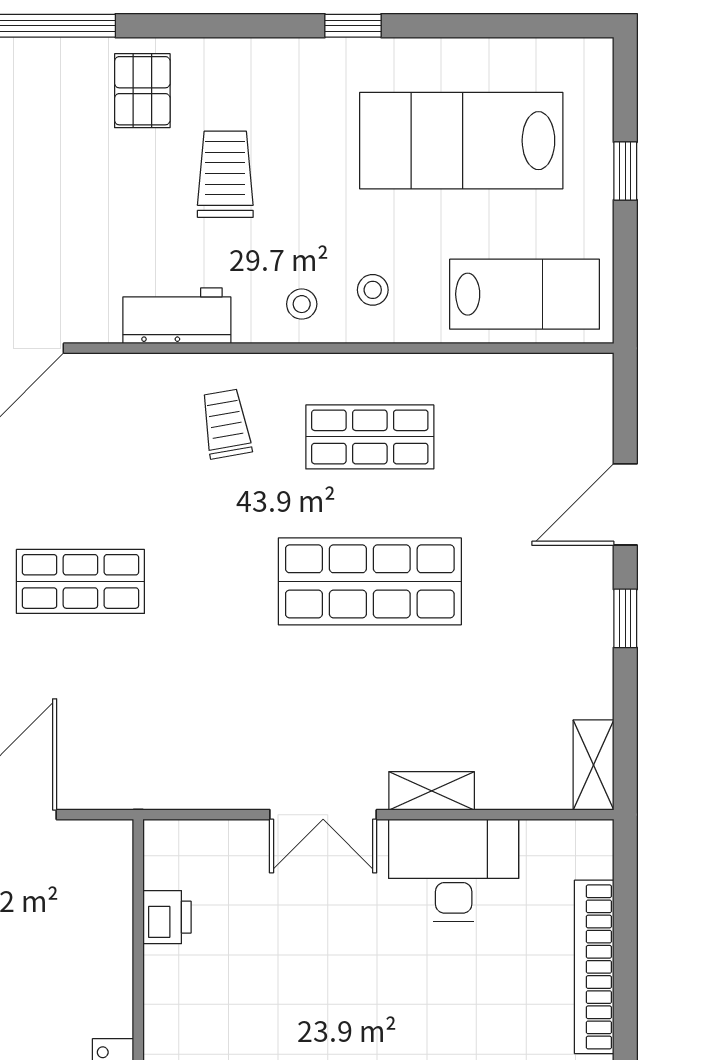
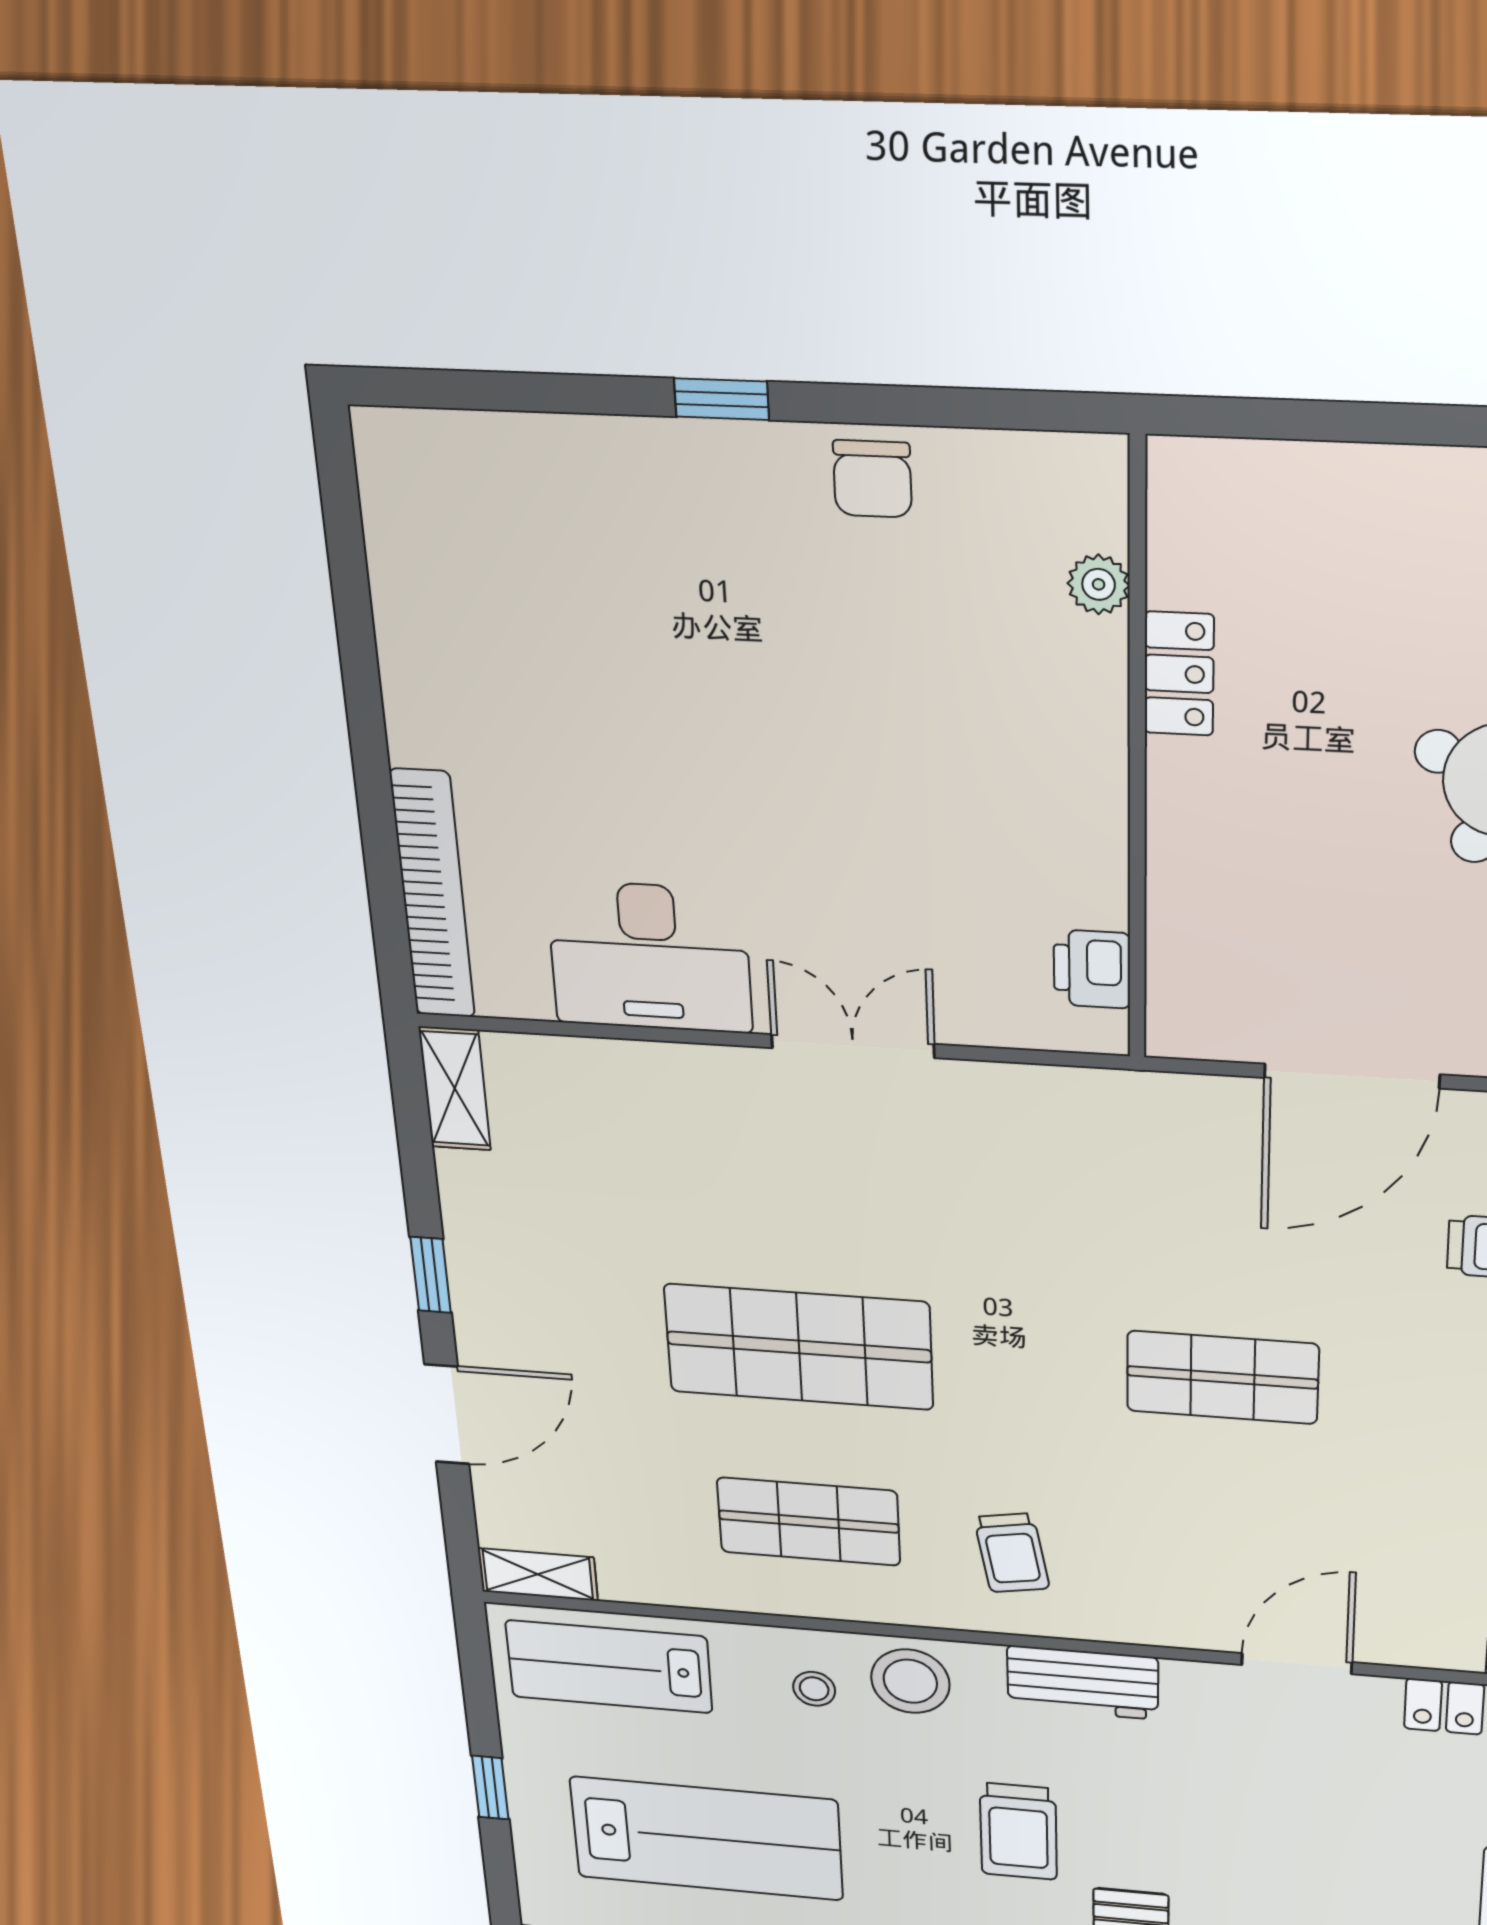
stool: (302, 304) -> (910, 1681), width x1.89, depth x1.89
shelving: (432, 791) -> (538, 1574), moved
printer: (167, 917) -> (1092, 969), moved
bookcase: (594, 967) -> (433, 895), moved

